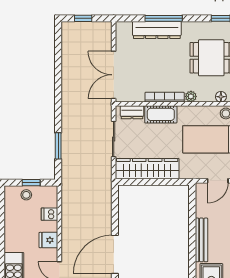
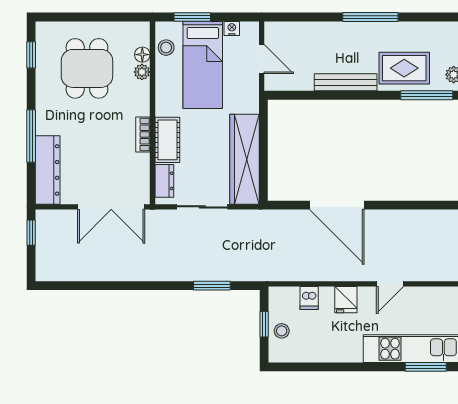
window: (83, 18) -> (31, 233), moved
dresser: (157, 30) -> (48, 170), moved
plant: (191, 96) -> (142, 72), moved
bookcase: (165, 97) -> (143, 135), width x0.64
door: (115, 254) -> (337, 205), moved

